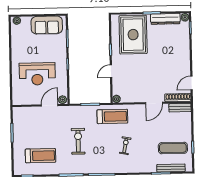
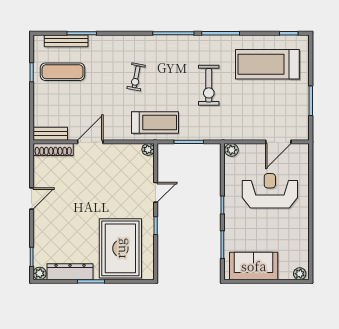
door: (191, 83) -> (32, 199), moved
door: (50, 105) -> (278, 142), moved
treadmill: (112, 116) -> (155, 122), turned 180
treadmill: (41, 156) -> (267, 64), width x1.37, depth x1.38

